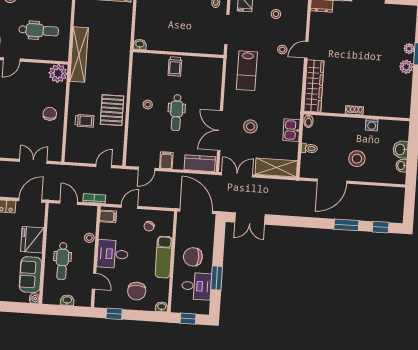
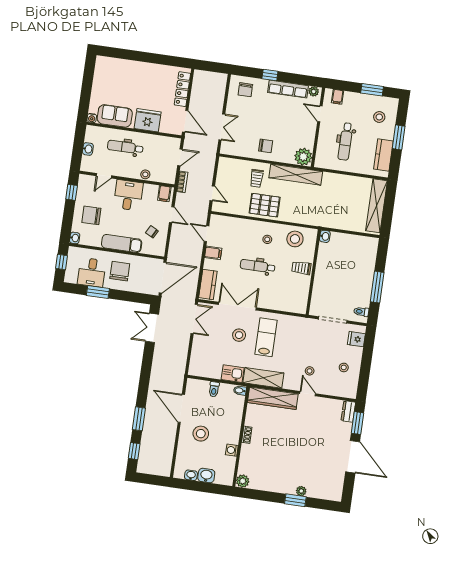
shelving: (79, 55) -> (296, 175), moved
plant: (406, 67) -> (243, 481), moved
lab bench: (247, 71) -> (266, 337), moved, turned 90
stool: (145, 76) -> (295, 239), added
shelving: (276, 168) -> (263, 378), moved, turned 90

